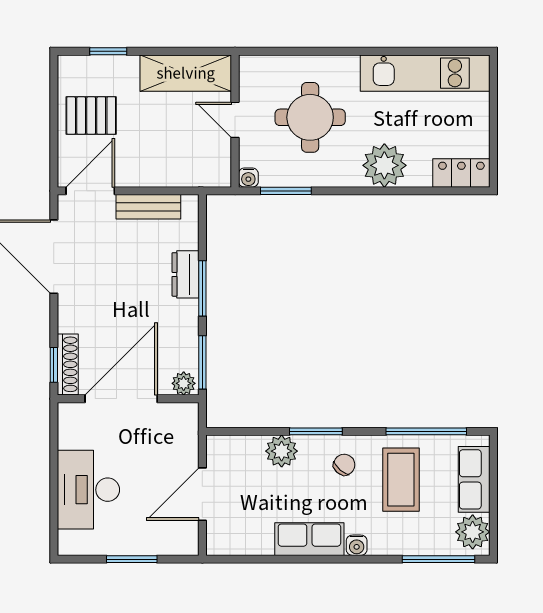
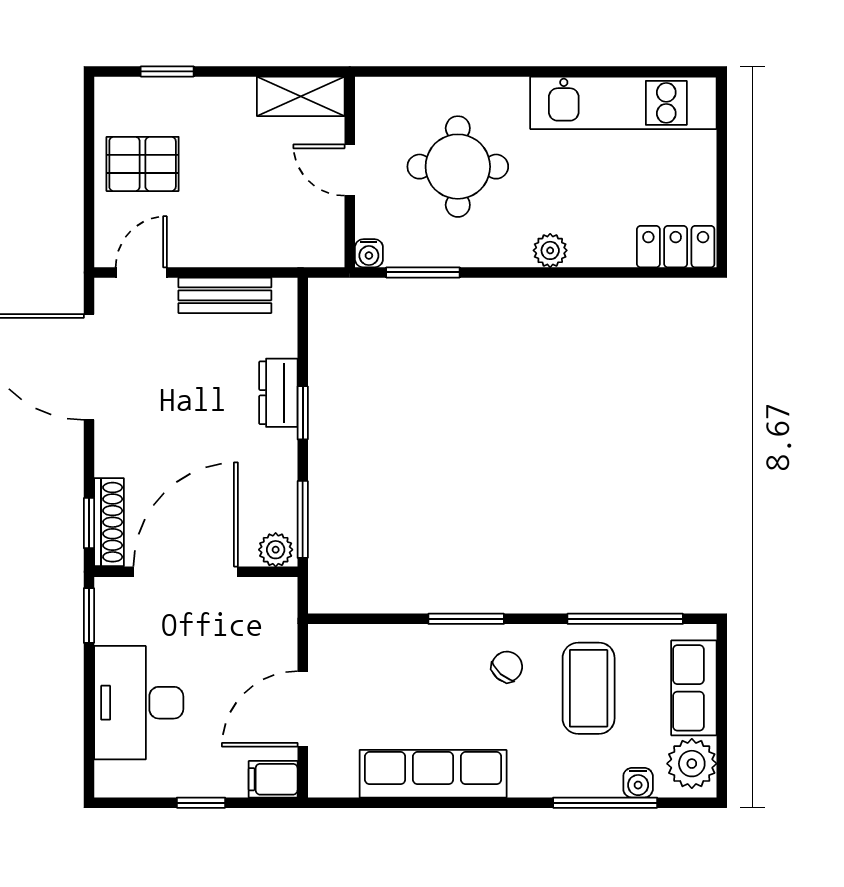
shelving: (186, 73) -> (301, 96), width x0.67, depth x0.75
plant: (384, 165) -> (550, 250), width x0.53, depth x0.53
door: (90, 191) -> (141, 272), width x0.73
window: (202, 288) -> (303, 413), width x0.67
window: (54, 429) -> (89, 615), added
plant: (282, 451) -> (417, 647), removed
row of seats: (309, 539) -> (433, 774), width x1.48
filing cabinet: (182, 543) -> (273, 779), added
water cooler: (357, 545) -> (638, 783), moved
window: (132, 559) -> (201, 803), width x0.67
window: (439, 559) -> (605, 803), moved

